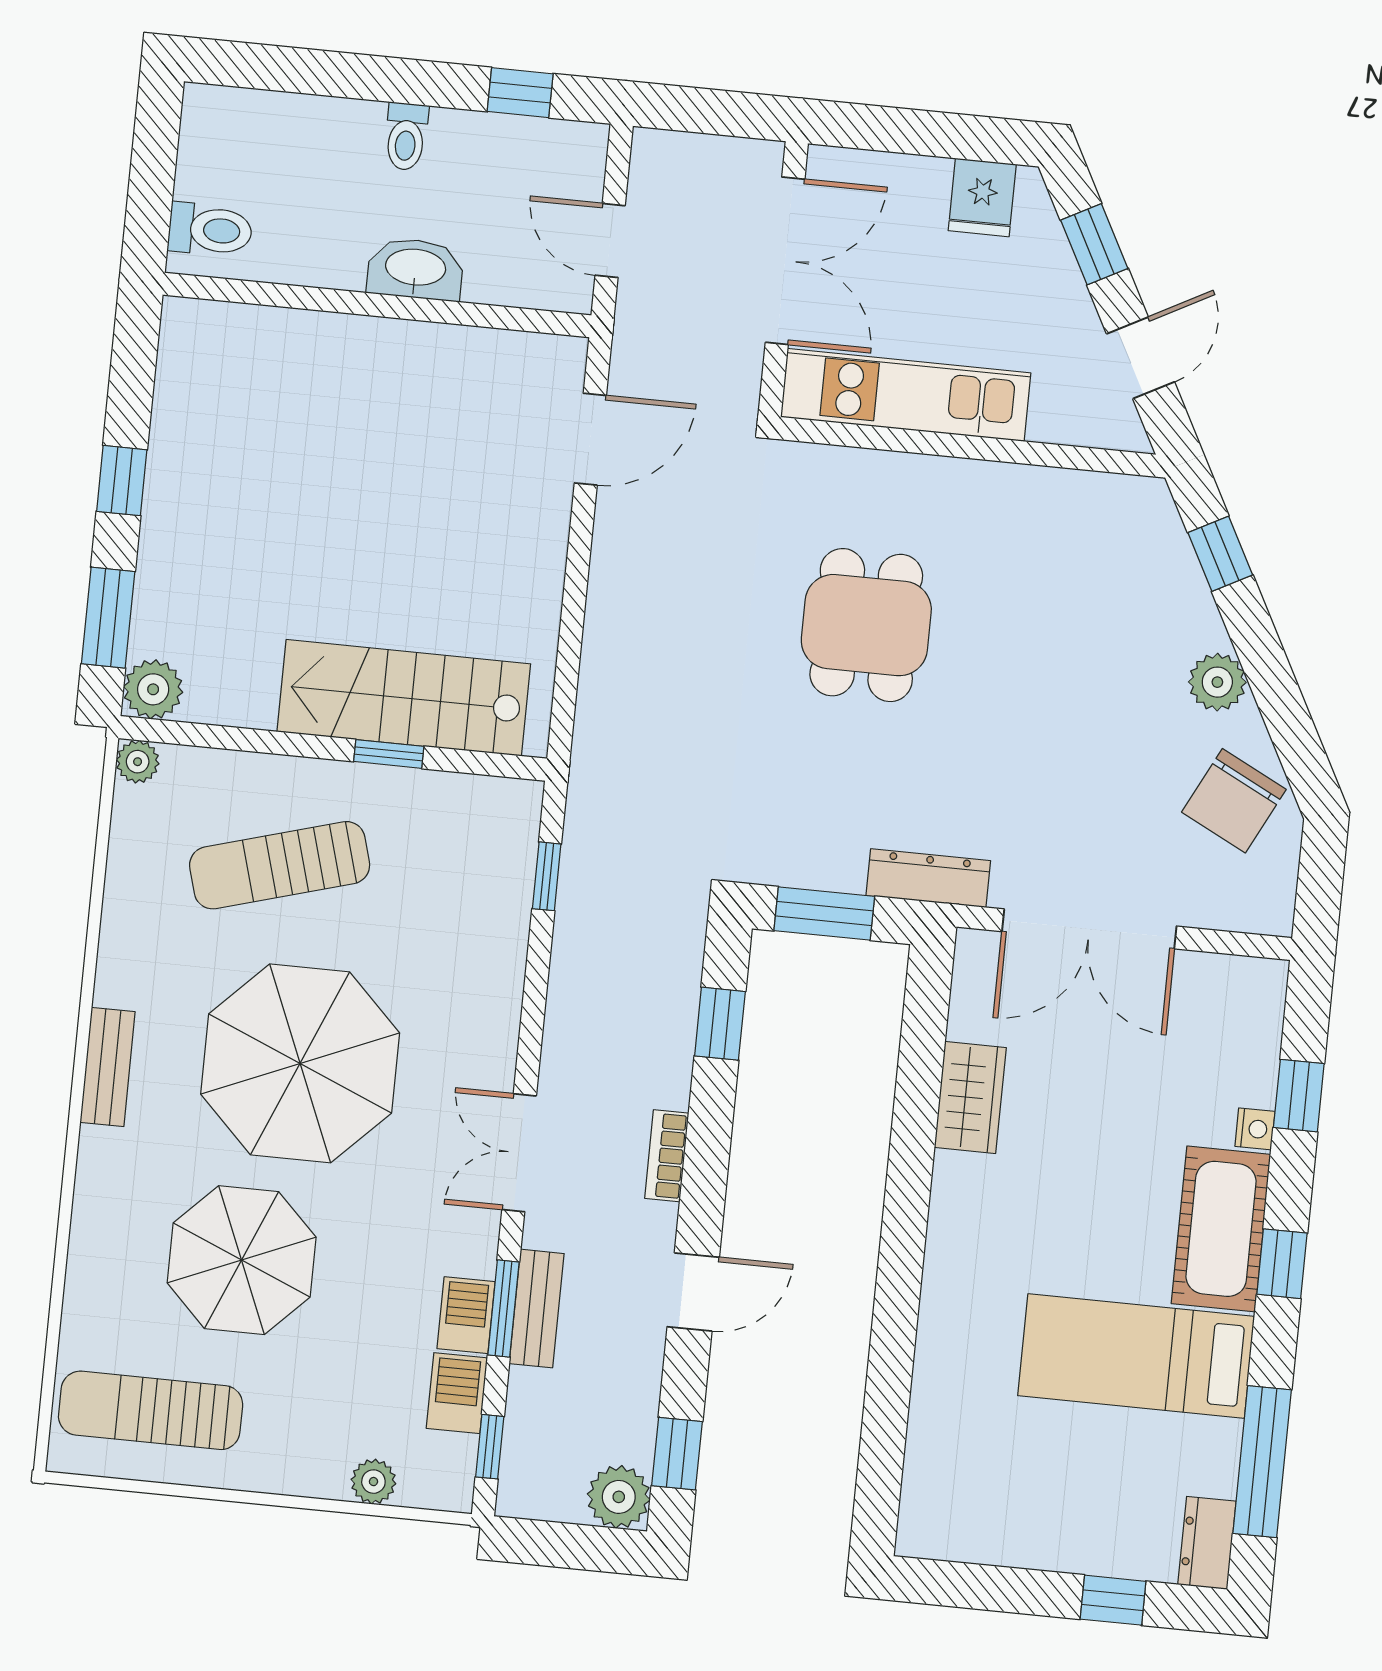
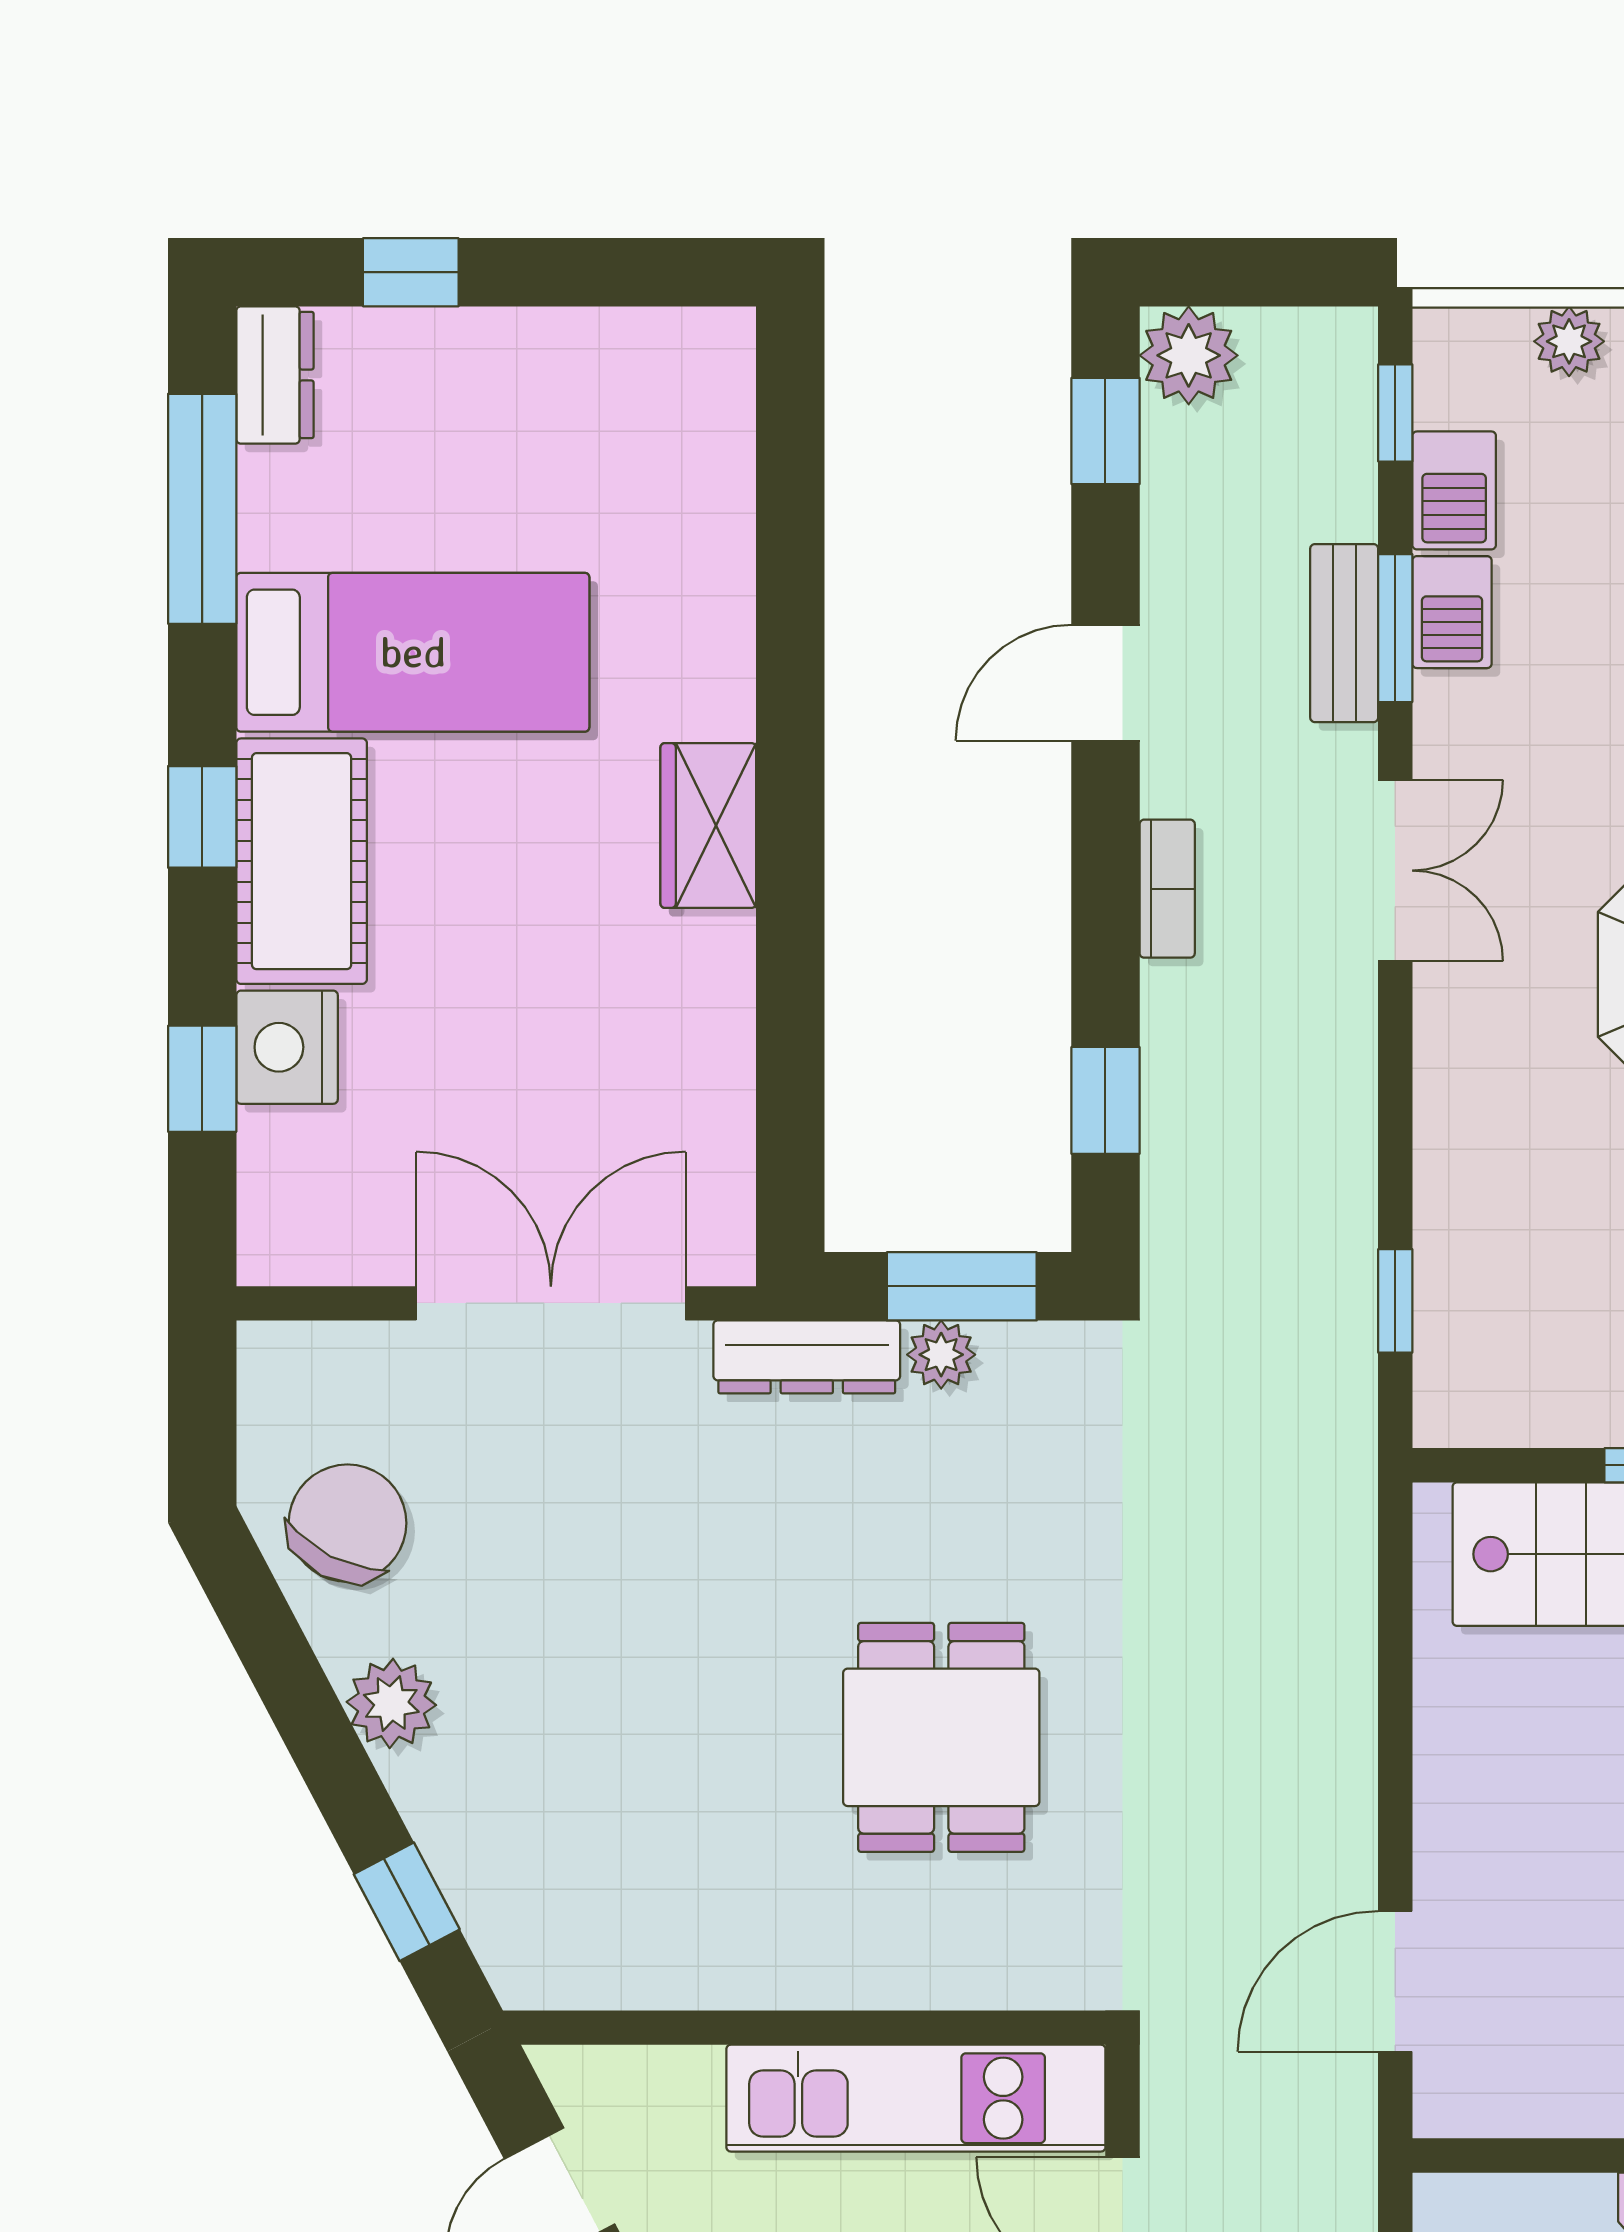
plant: (842, 871) -> (941, 1355), added
wardrobe: (970, 1098) -> (708, 825), moved
nightstand: (1255, 1129) -> (287, 1047), width x1.89, depth x1.79

